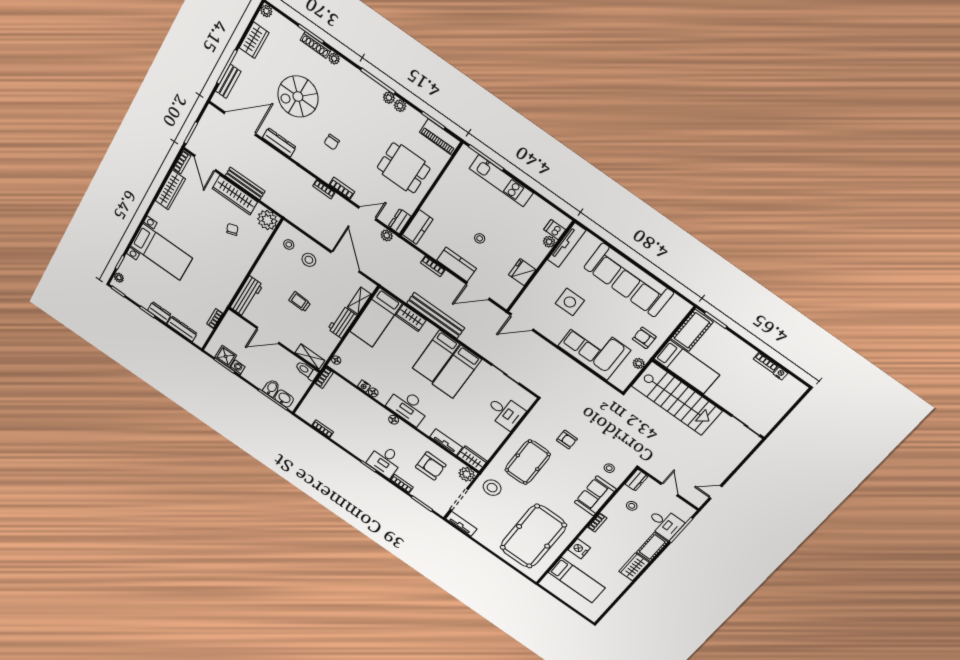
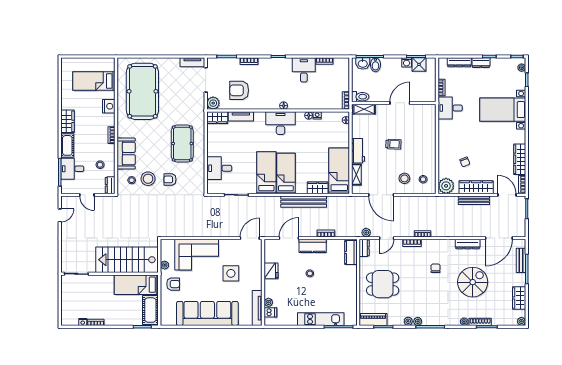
desk: (217, 293) -> (450, 108), added
workbench: (247, 296) -> (430, 121), removed
desk: (385, 461) -> (304, 70), moved
stool: (492, 488) -> (148, 179), moved

